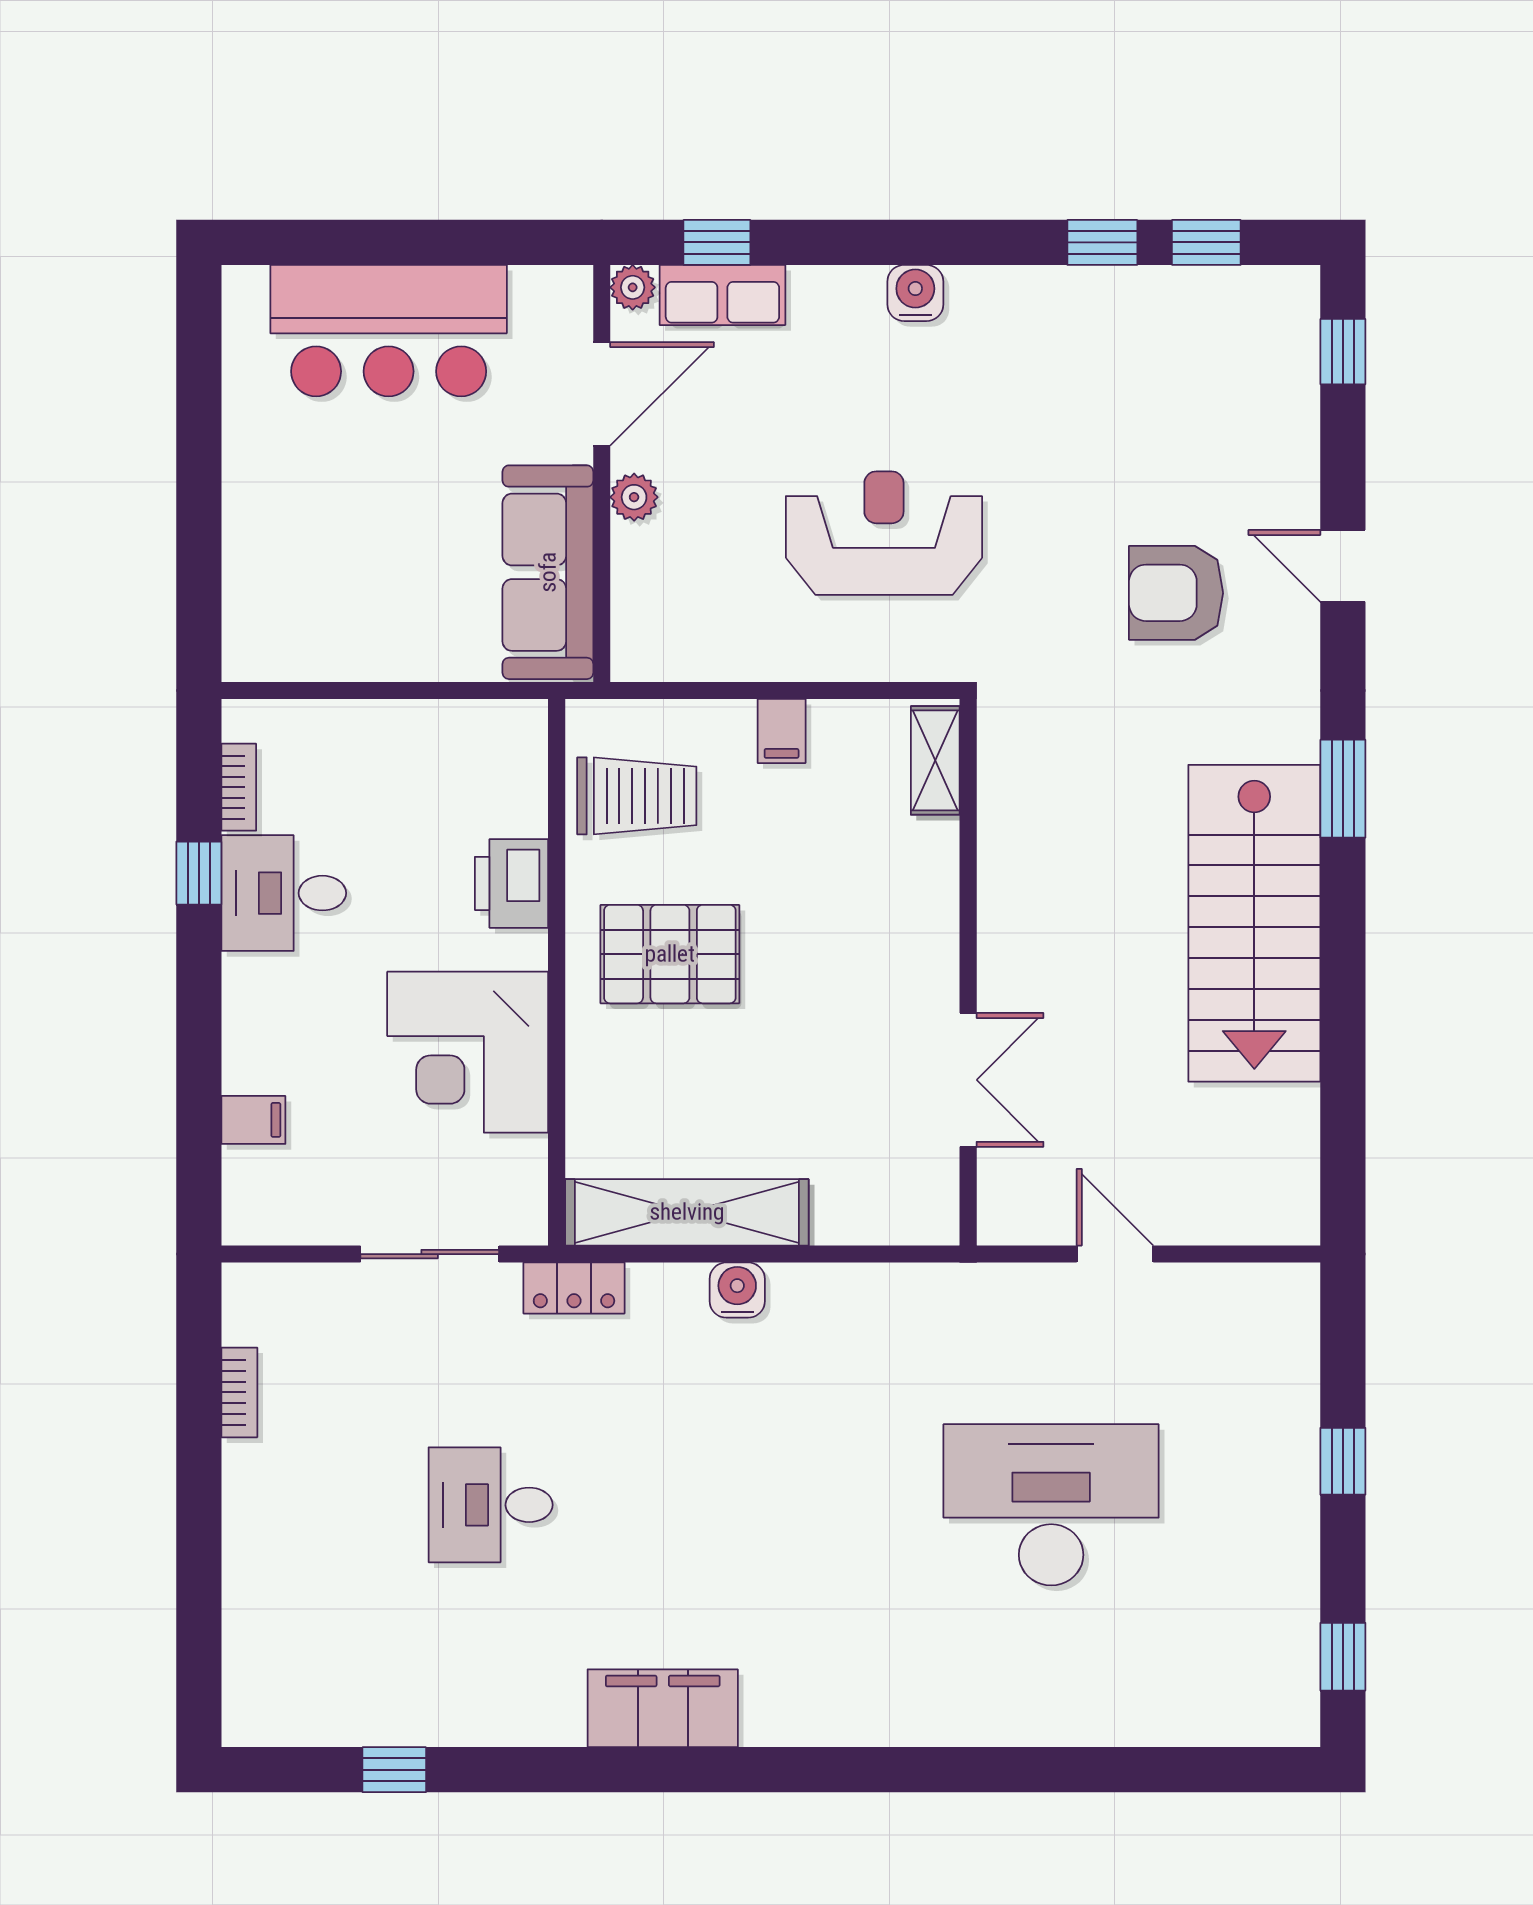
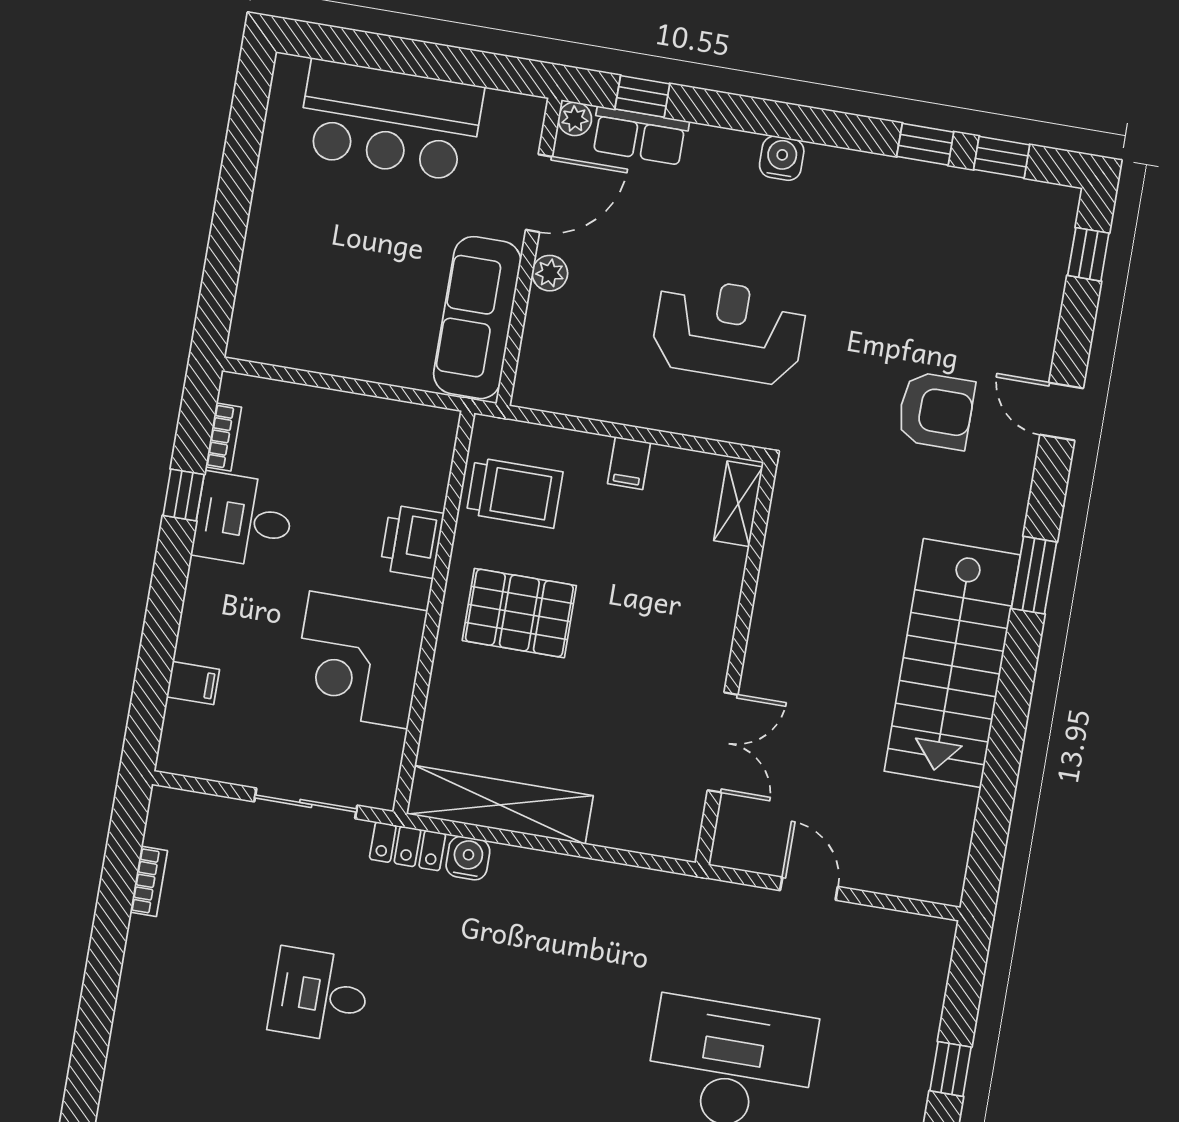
armchair: (1176, 593) -> (936, 411), turned 180
water cooler: (737, 1290) -> (468, 858), moved

